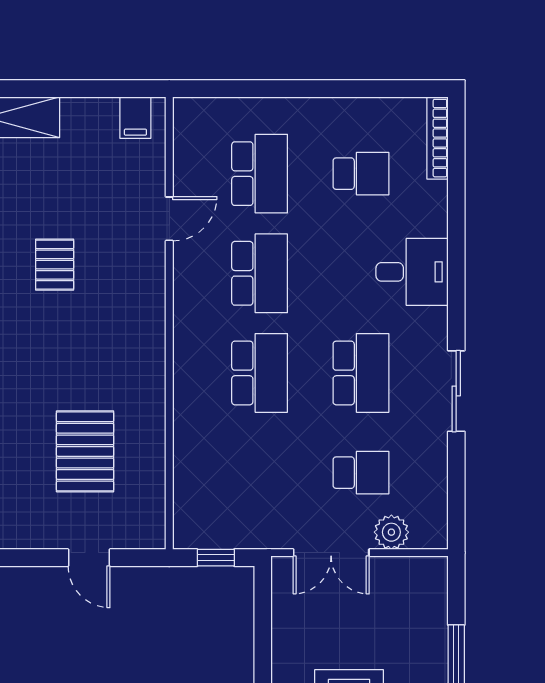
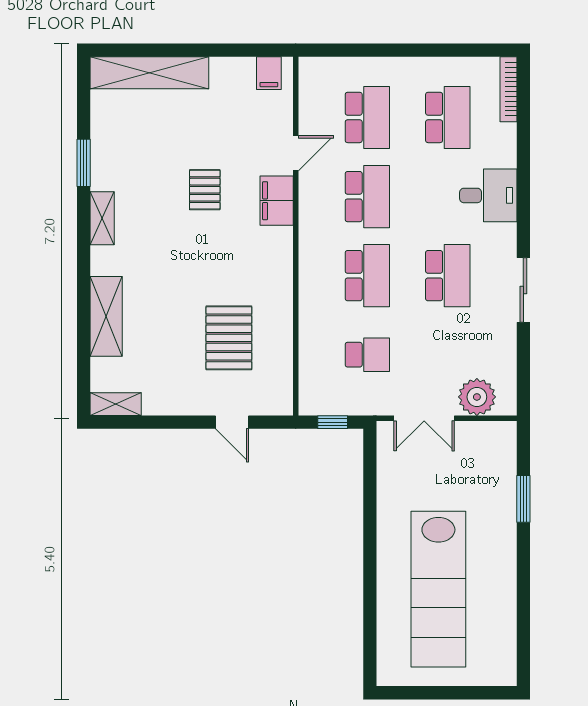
school desk: (361, 174) -> (448, 117), width x1.85
filing cabinet: (145, 279) -> (277, 201), added
school desk: (361, 473) -> (367, 355), moved
plant: (391, 532) -> (477, 397), width x1.36, depth x1.36

